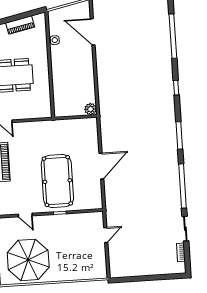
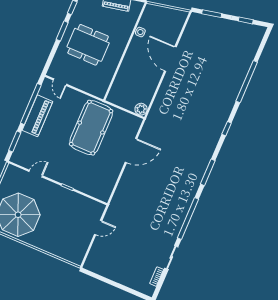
door: (93, 32) -> (170, 59), moved
door: (101, 166) -> (131, 150), moved
pool table: (57, 181) -> (91, 128), moved
door: (25, 215) -> (36, 174), swing flipped

